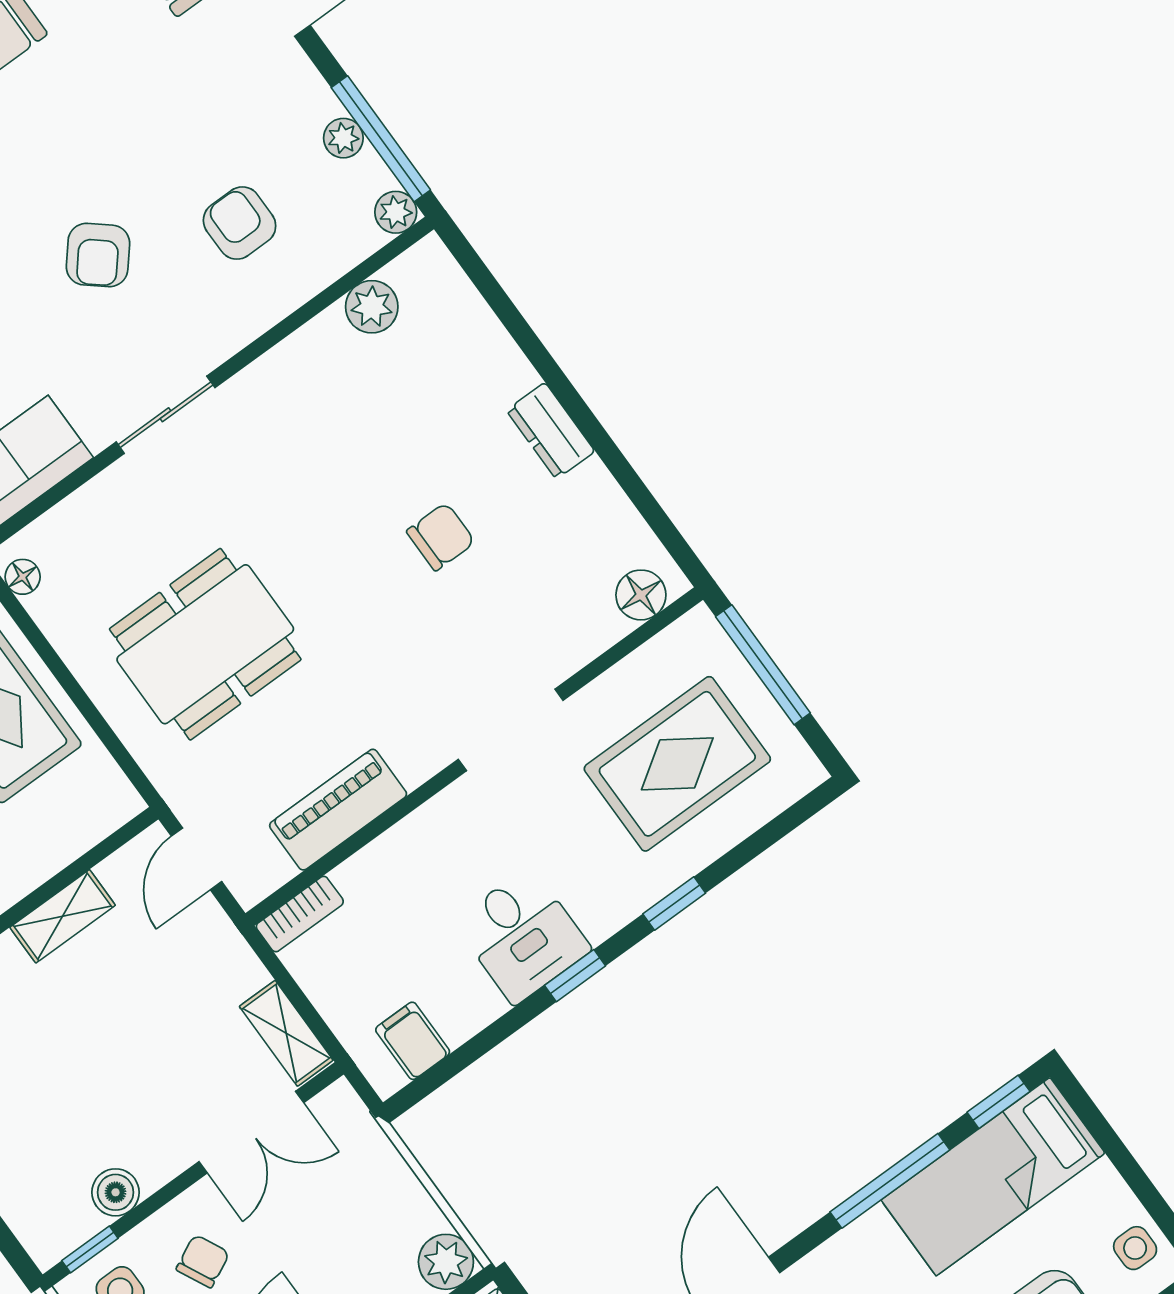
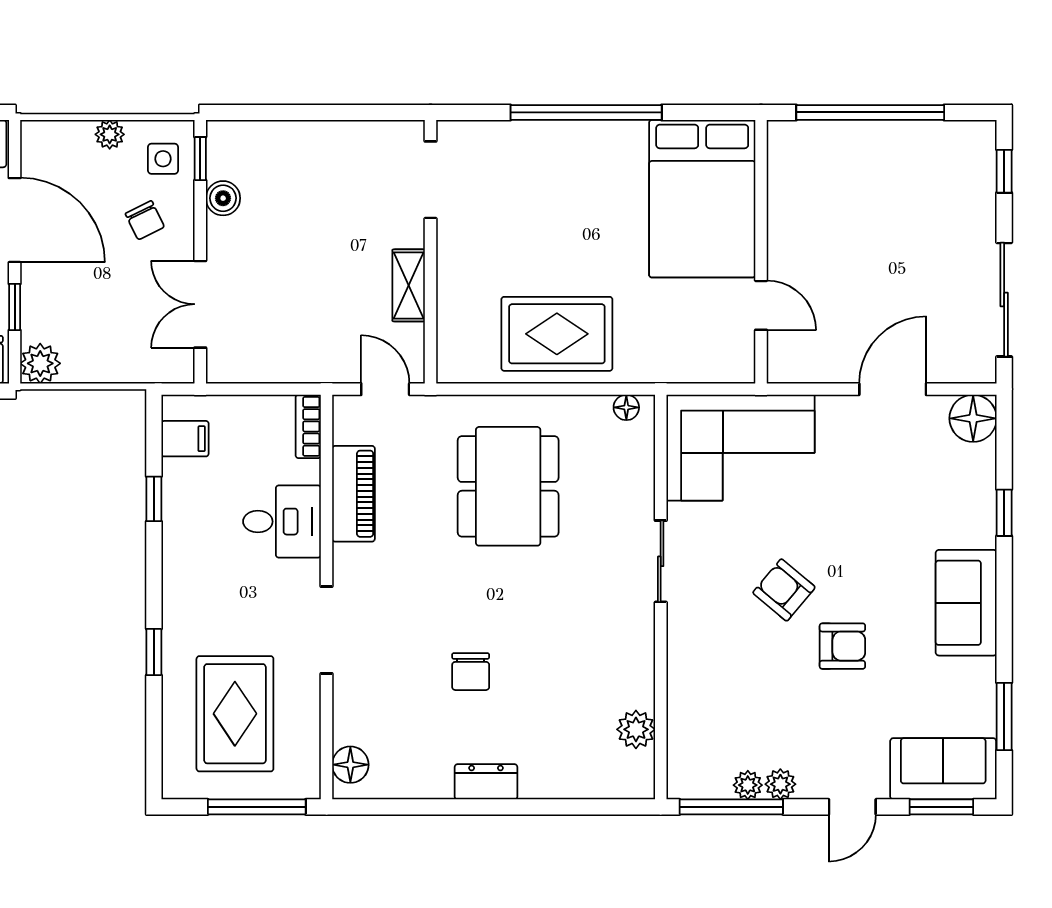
plant: (396, 212) -> (780, 784), moved
armchair: (240, 223) -> (842, 646), moved
desk: (522, 935) -> (282, 522), moved, turned 180
window: (575, 976) -> (154, 499), moved
shelving: (286, 1033) -> (244, 367), removed

